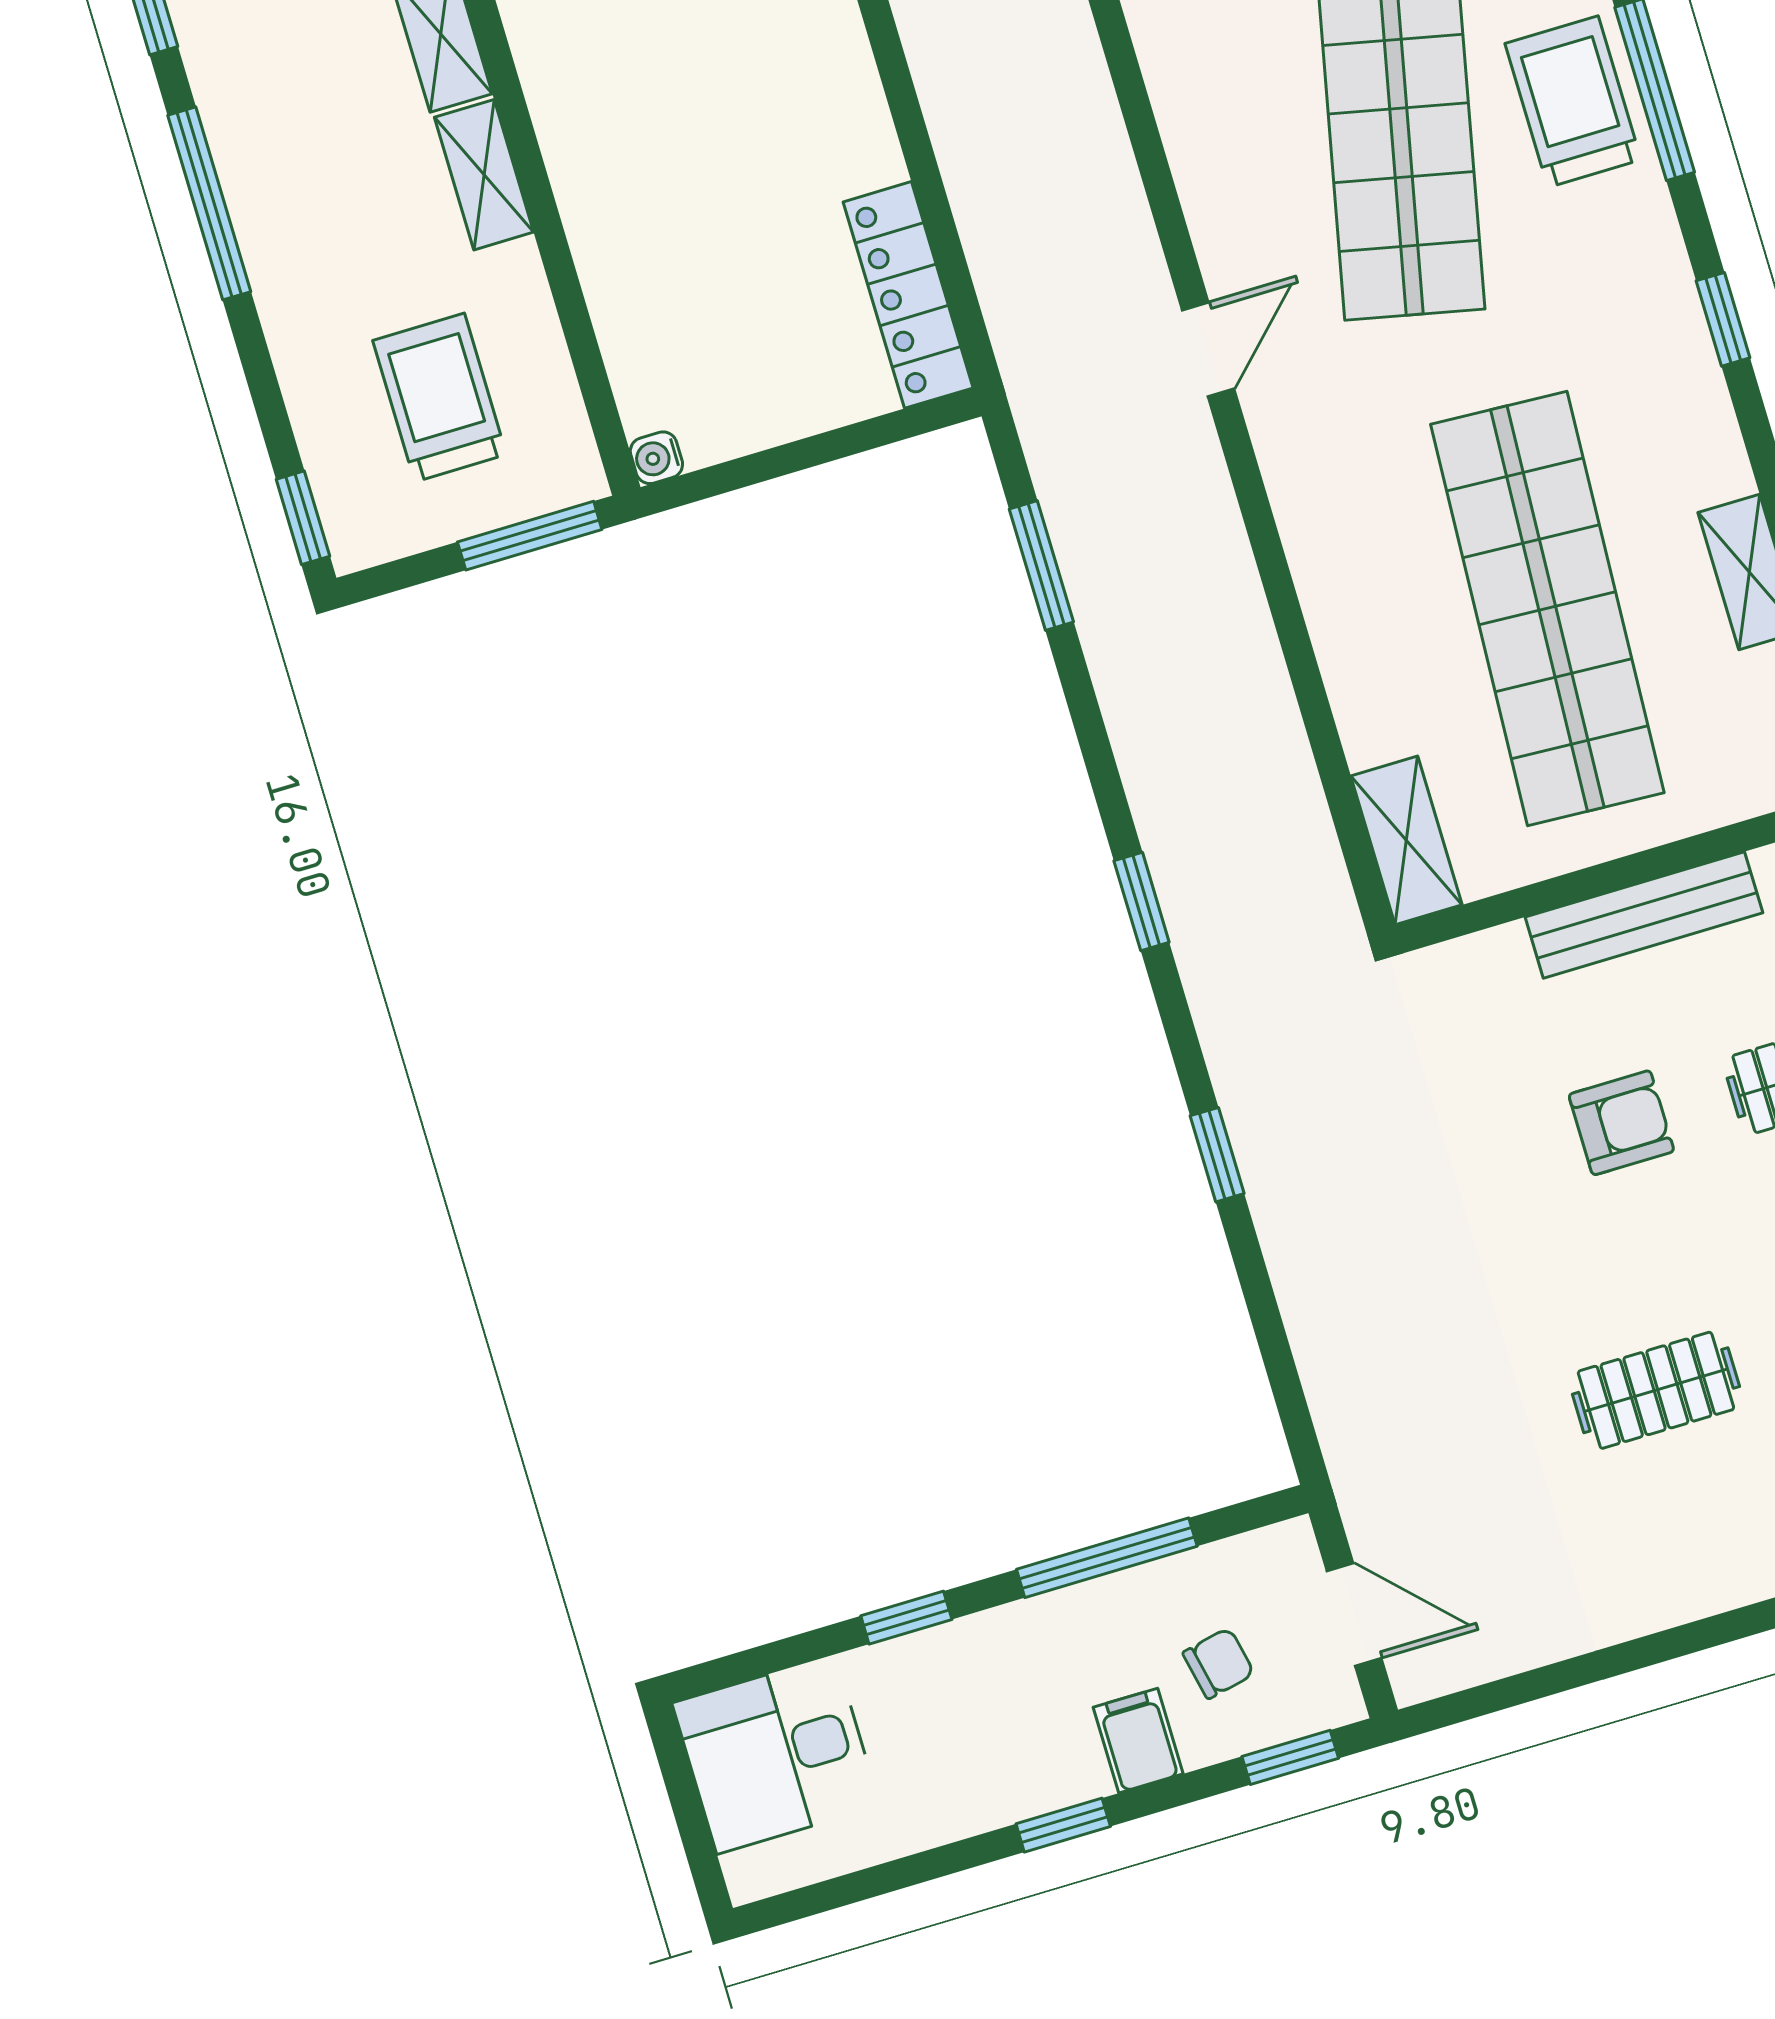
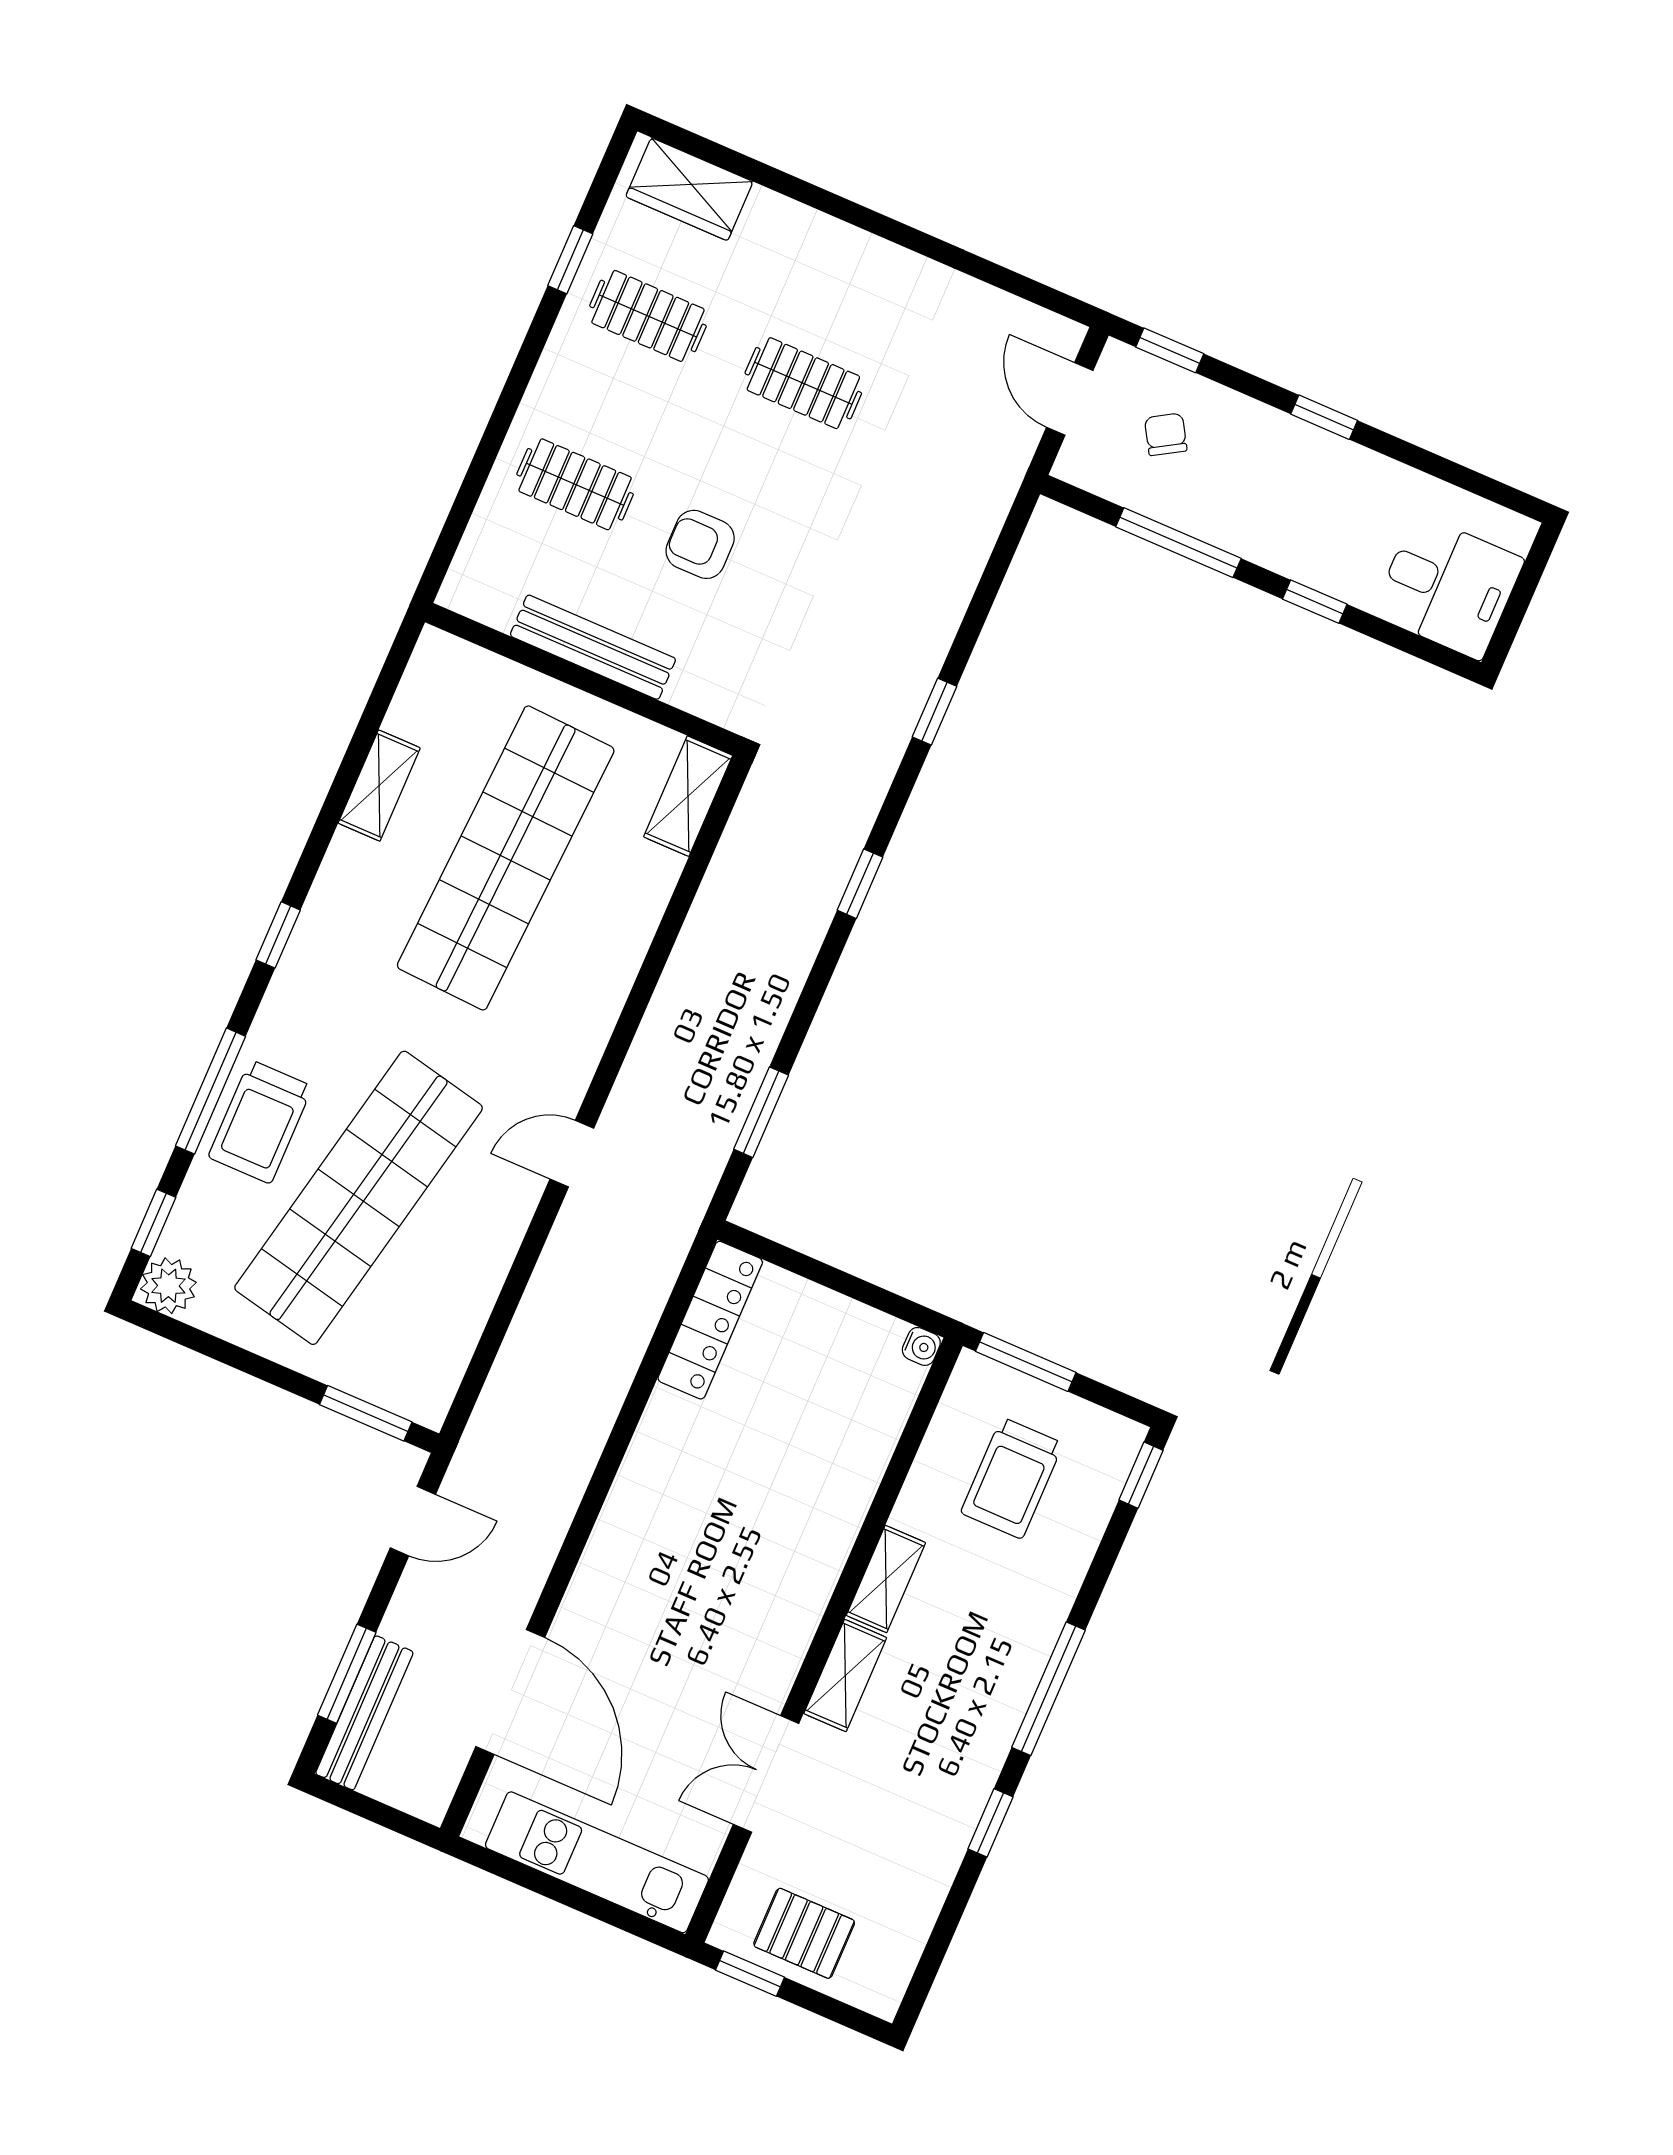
chair: (1219, 1663) -> (1166, 434), turned 71
filing cabinet: (1138, 1741) -> (1245, 429), removed

